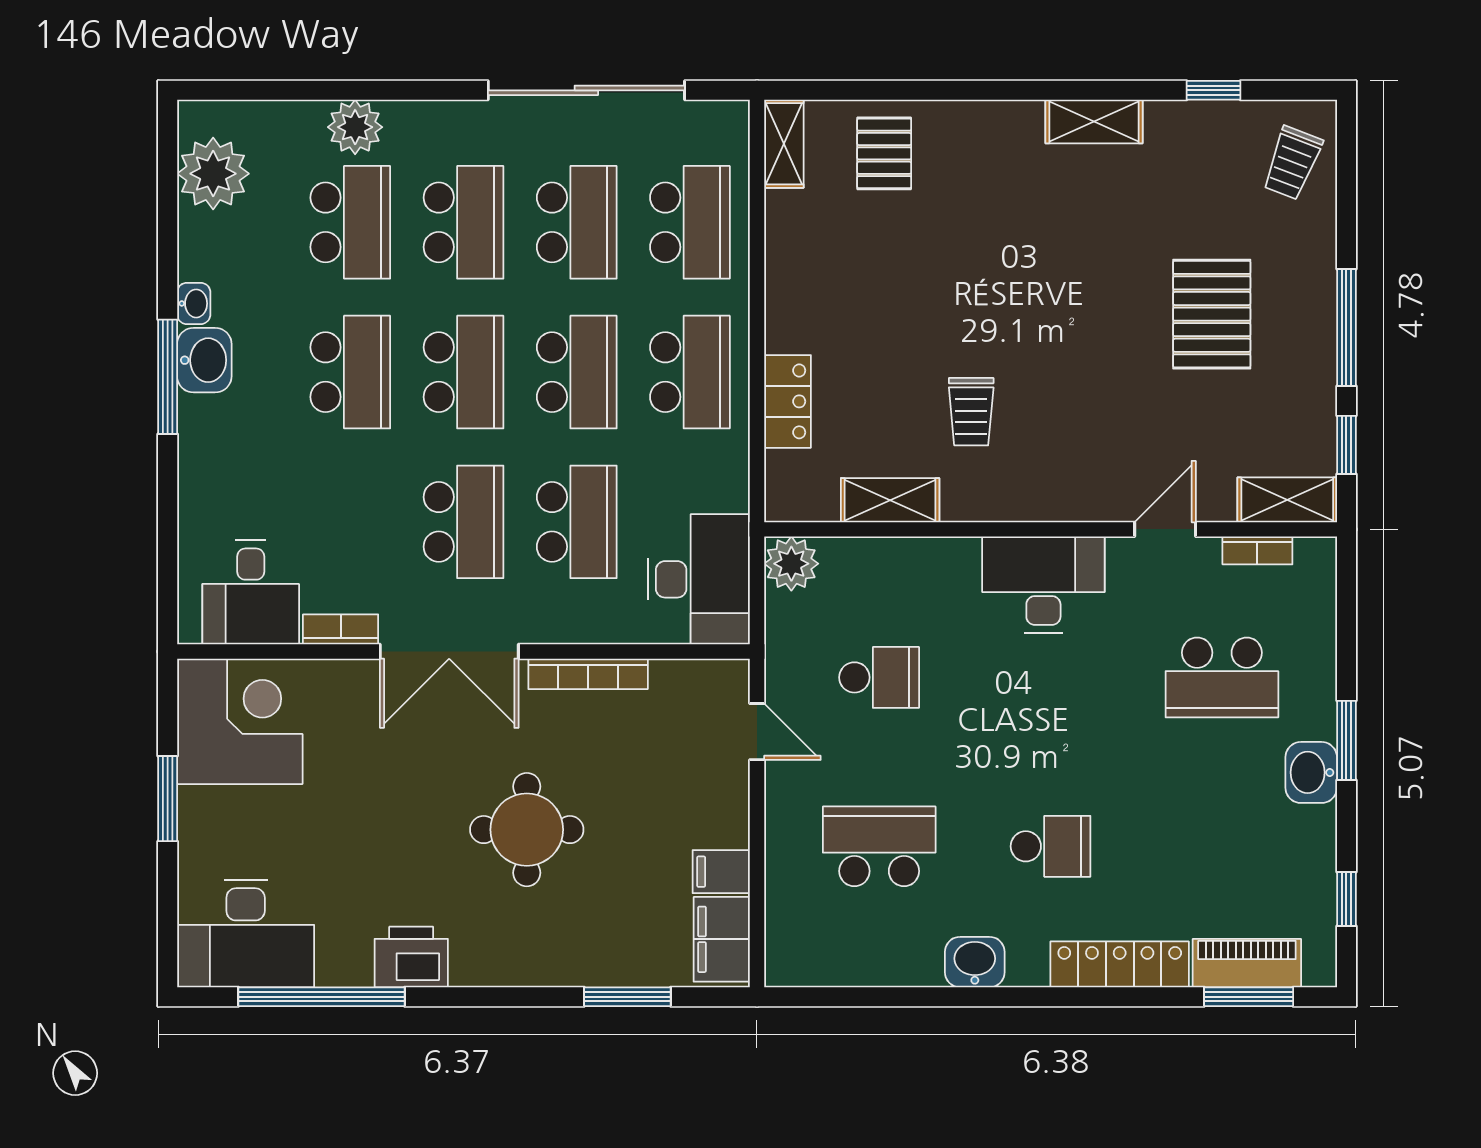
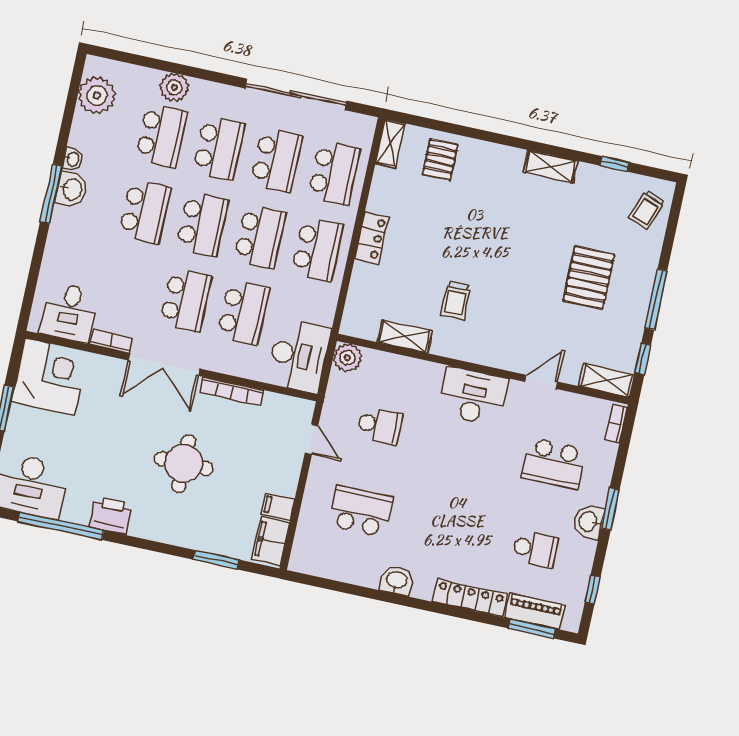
locker: (787, 401) -> (372, 238), moved
bookcase: (1257, 550) -> (616, 423), moved, turned 90
school desk: (1051, 846) -> (535, 549), moved

